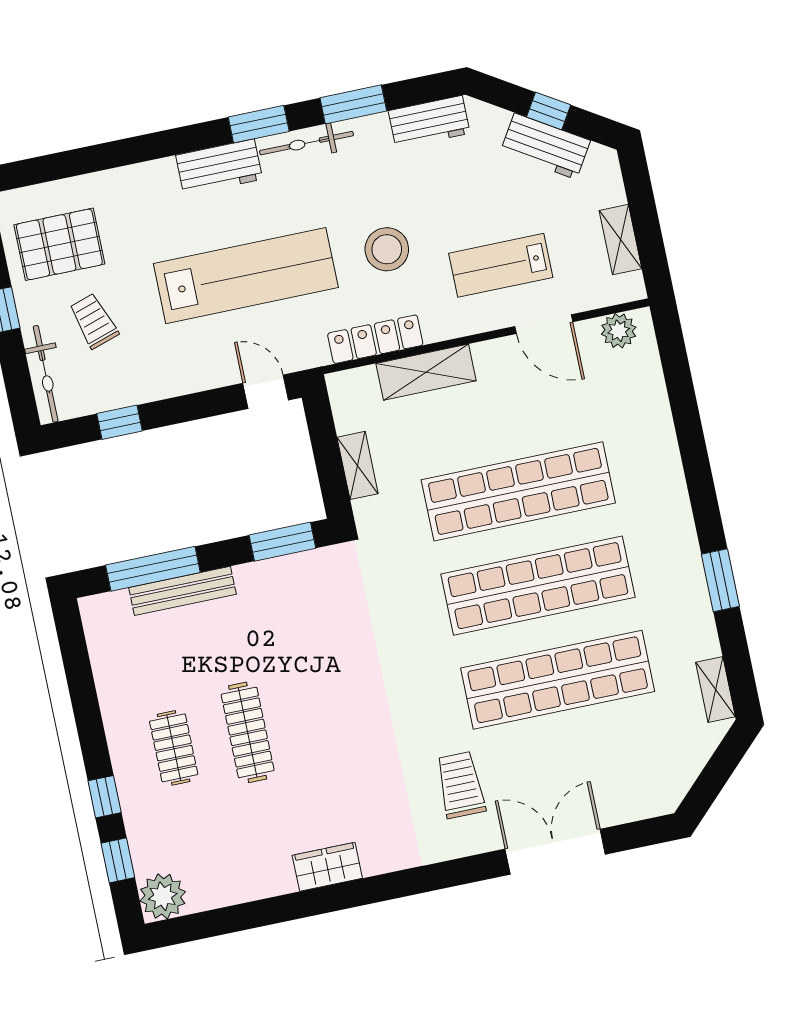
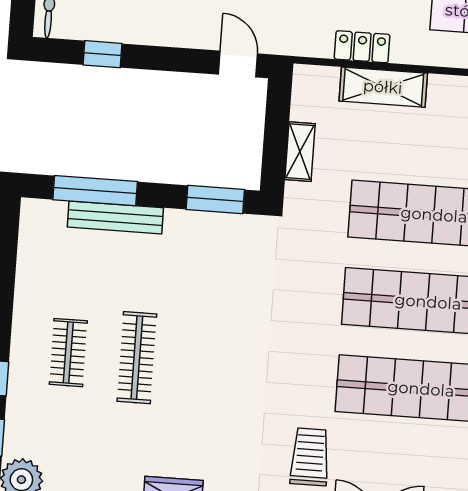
locker: (375, 339) -> (362, 47), width x0.66

